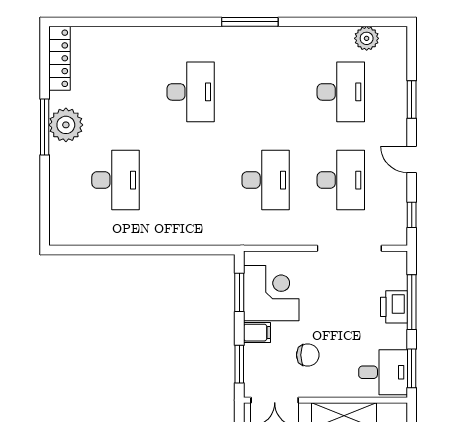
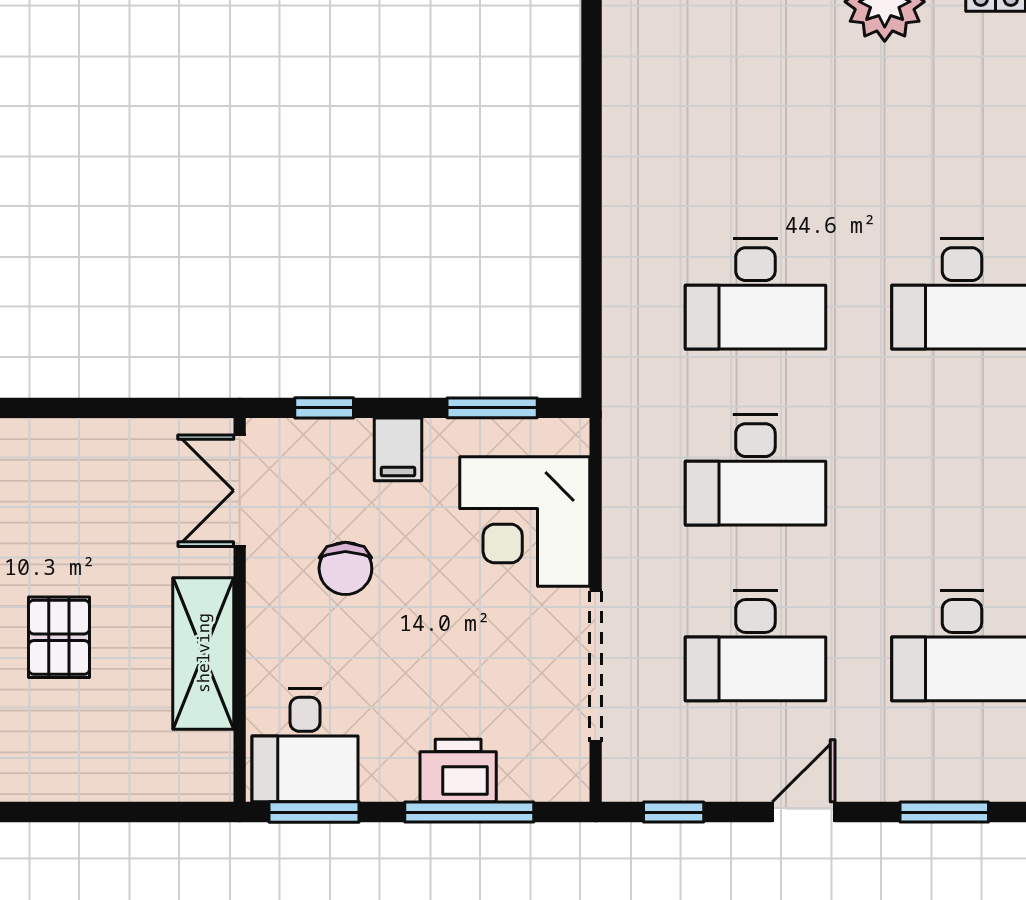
desk: (116, 180) -> (755, 294), moved
corner desk: (271, 293) -> (525, 522), moved, turned 90
window: (239, 364) -> (324, 408), width x0.67

